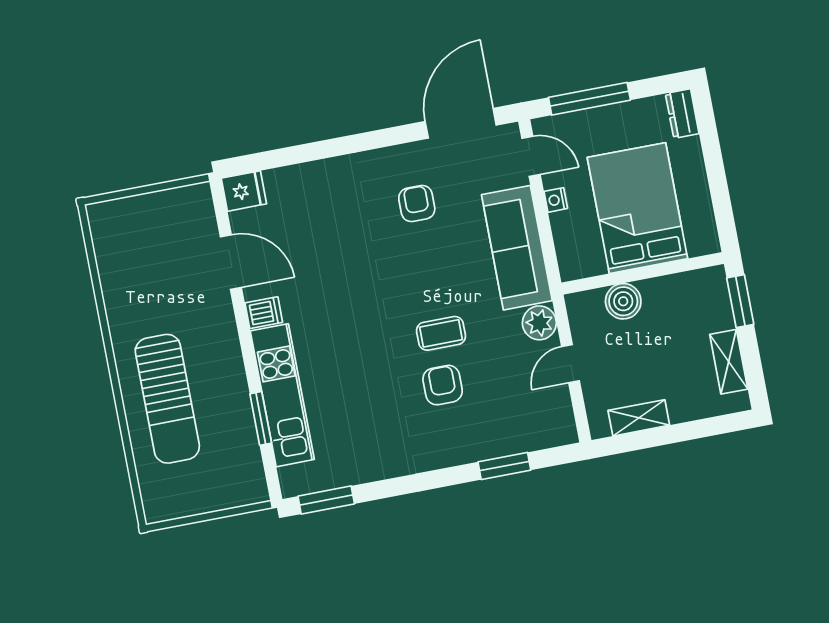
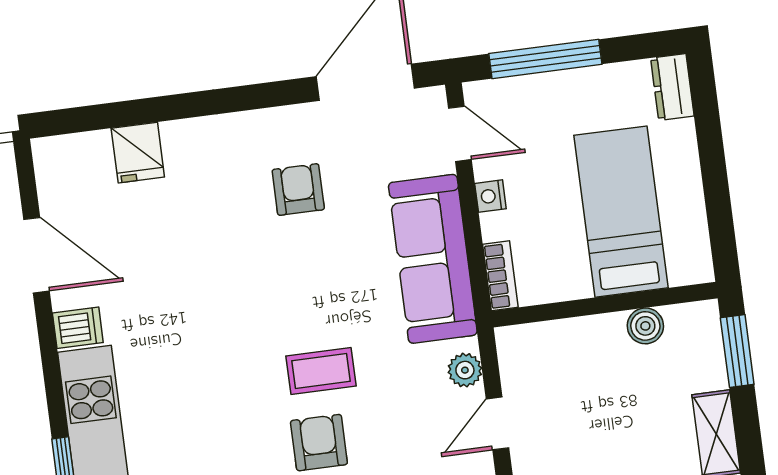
fridge: (244, 191) -> (138, 153), moved, turned 90
bed: (637, 208) -> (621, 212), width x0.67
bookcase: (566, 257) -> (500, 276), added
boiler: (623, 301) -> (645, 326), moved, width x0.73, depth x0.73
plant: (539, 323) -> (465, 370), width x0.73, depth x0.73

